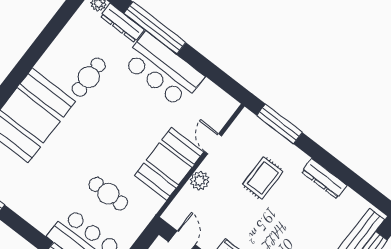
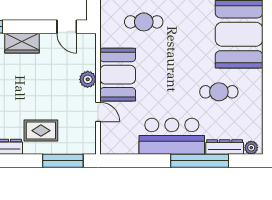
cafe table: (89, 77) -> (219, 92), turned 90
rug: (263, 178) -> (41, 131), moved, turned 90

